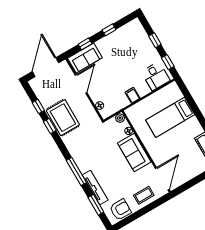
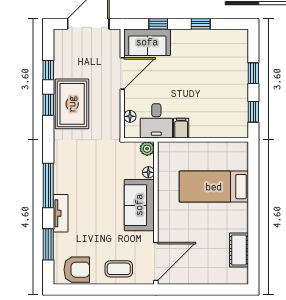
desk: (156, 76) -> (156, 121), moved
tv unit: (95, 188) -> (61, 213), width x0.71

